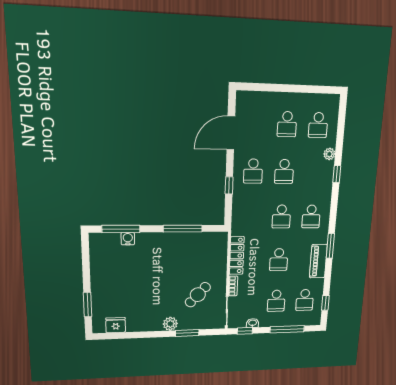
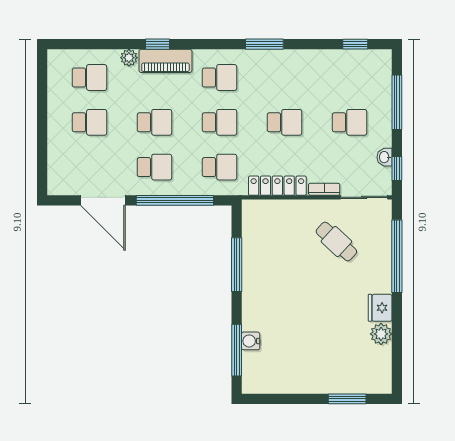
window: (229, 185) -> (175, 200), width x3.17
piano: (318, 261) -> (165, 61), moved
school desk: (305, 300) -> (220, 167), moved
plant: (170, 324) -> (381, 334), moved
fridge: (116, 325) -> (380, 308), moved
window: (187, 333) -> (397, 256), width x2.11

